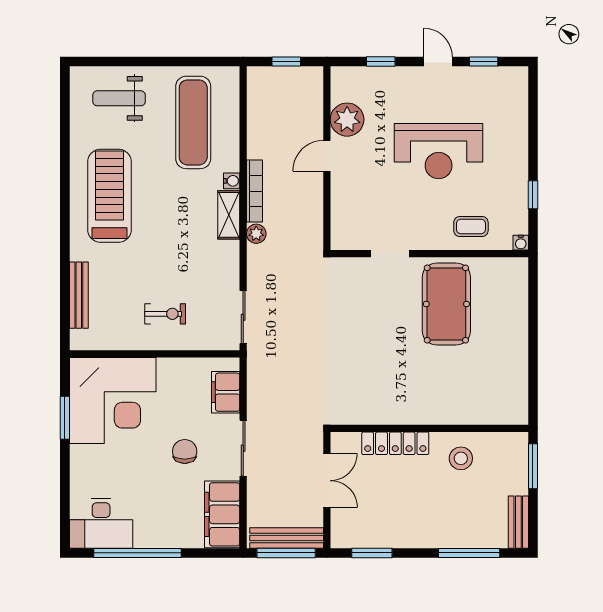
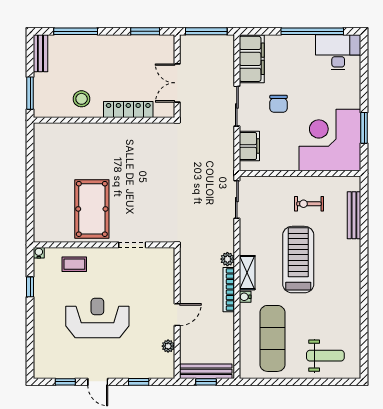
plant: (347, 120) -> (168, 346), width x0.53, depth x0.53
treadmill: (110, 196) -> (298, 260), moved, turned 180
exercise bike: (165, 314) -> (309, 204), moved
bench: (287, 538) -> (206, 371), moved

